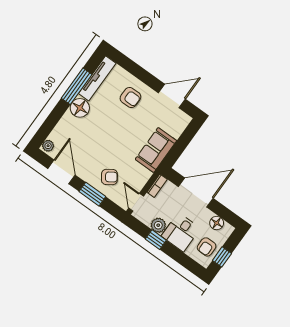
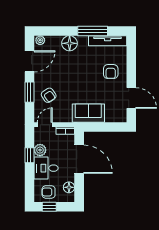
floor lamp: (80, 108) -> (70, 43), moved

